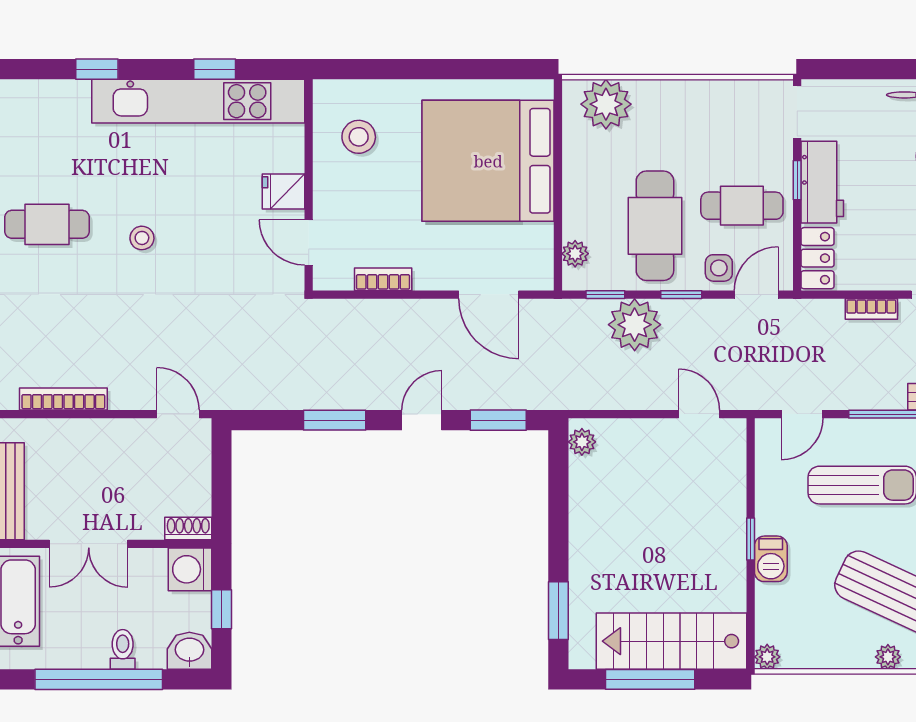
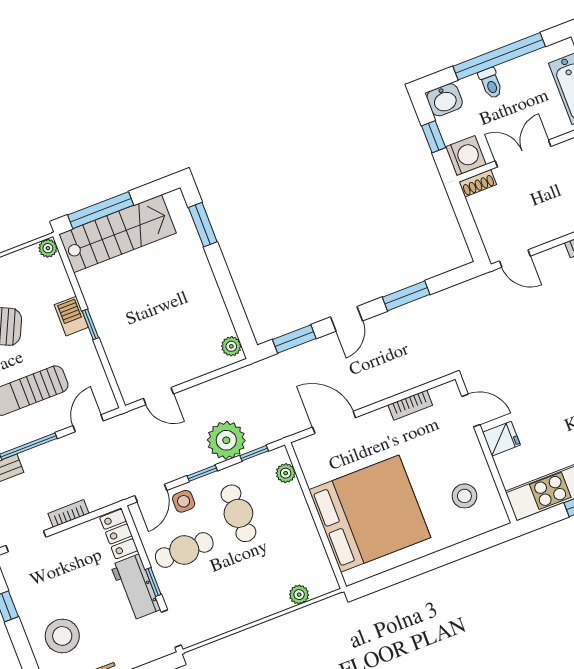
plant: (606, 104) -> (299, 595), width x0.53, depth x0.53
cafe table: (655, 226) -> (238, 513), width x0.73, depth x0.74
double door: (89, 544) -> (523, 154), moved
window: (650, 679) -> (101, 210), moved

